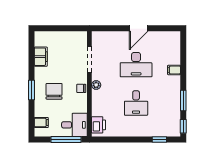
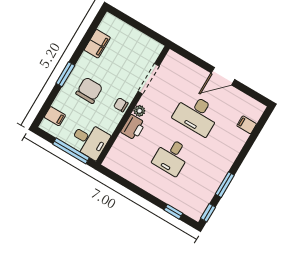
filing cabinet: (174, 70) -> (247, 125), moved
printer: (99, 125) -> (133, 127), moved

